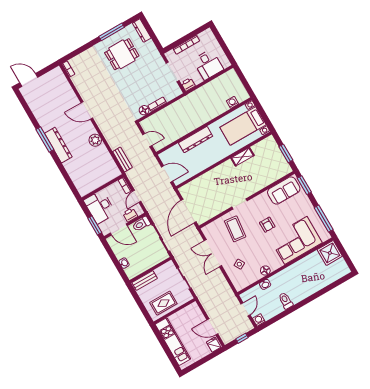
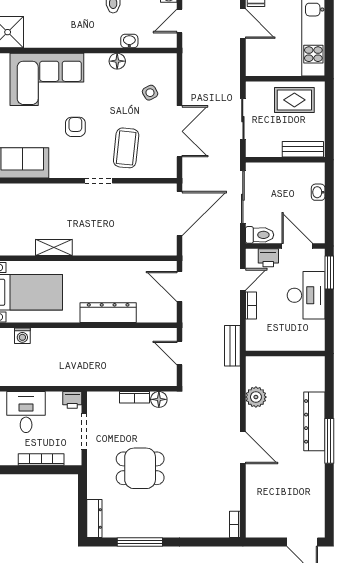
dining table: (122, 54) -> (140, 468), moved
wall: (103, 187) -> (285, 353), moved

